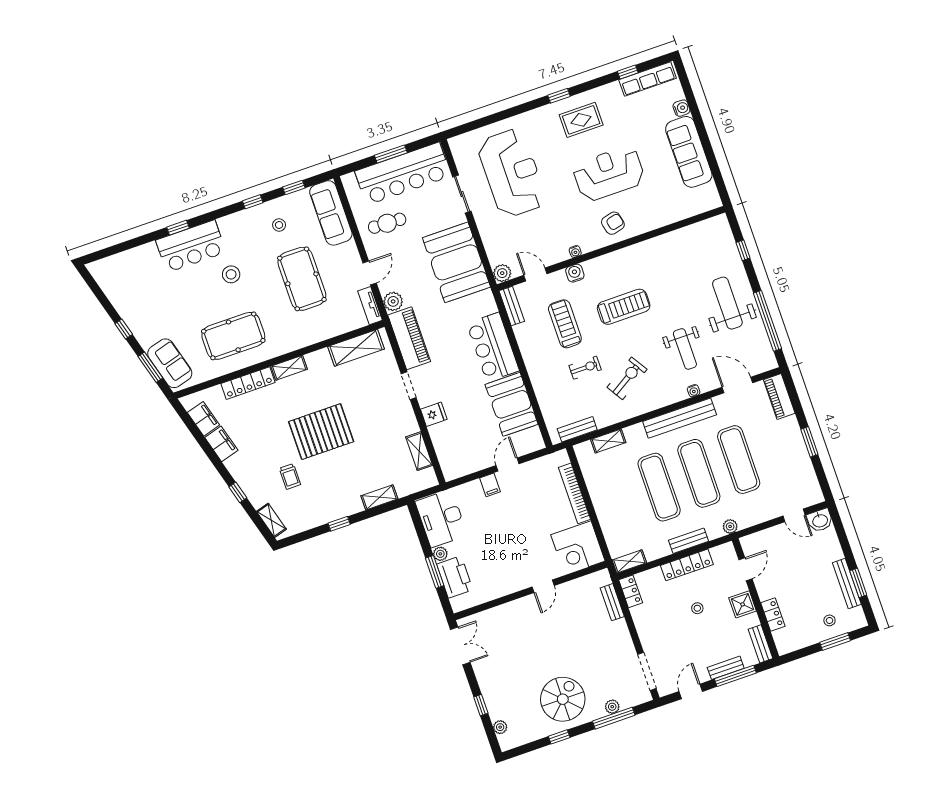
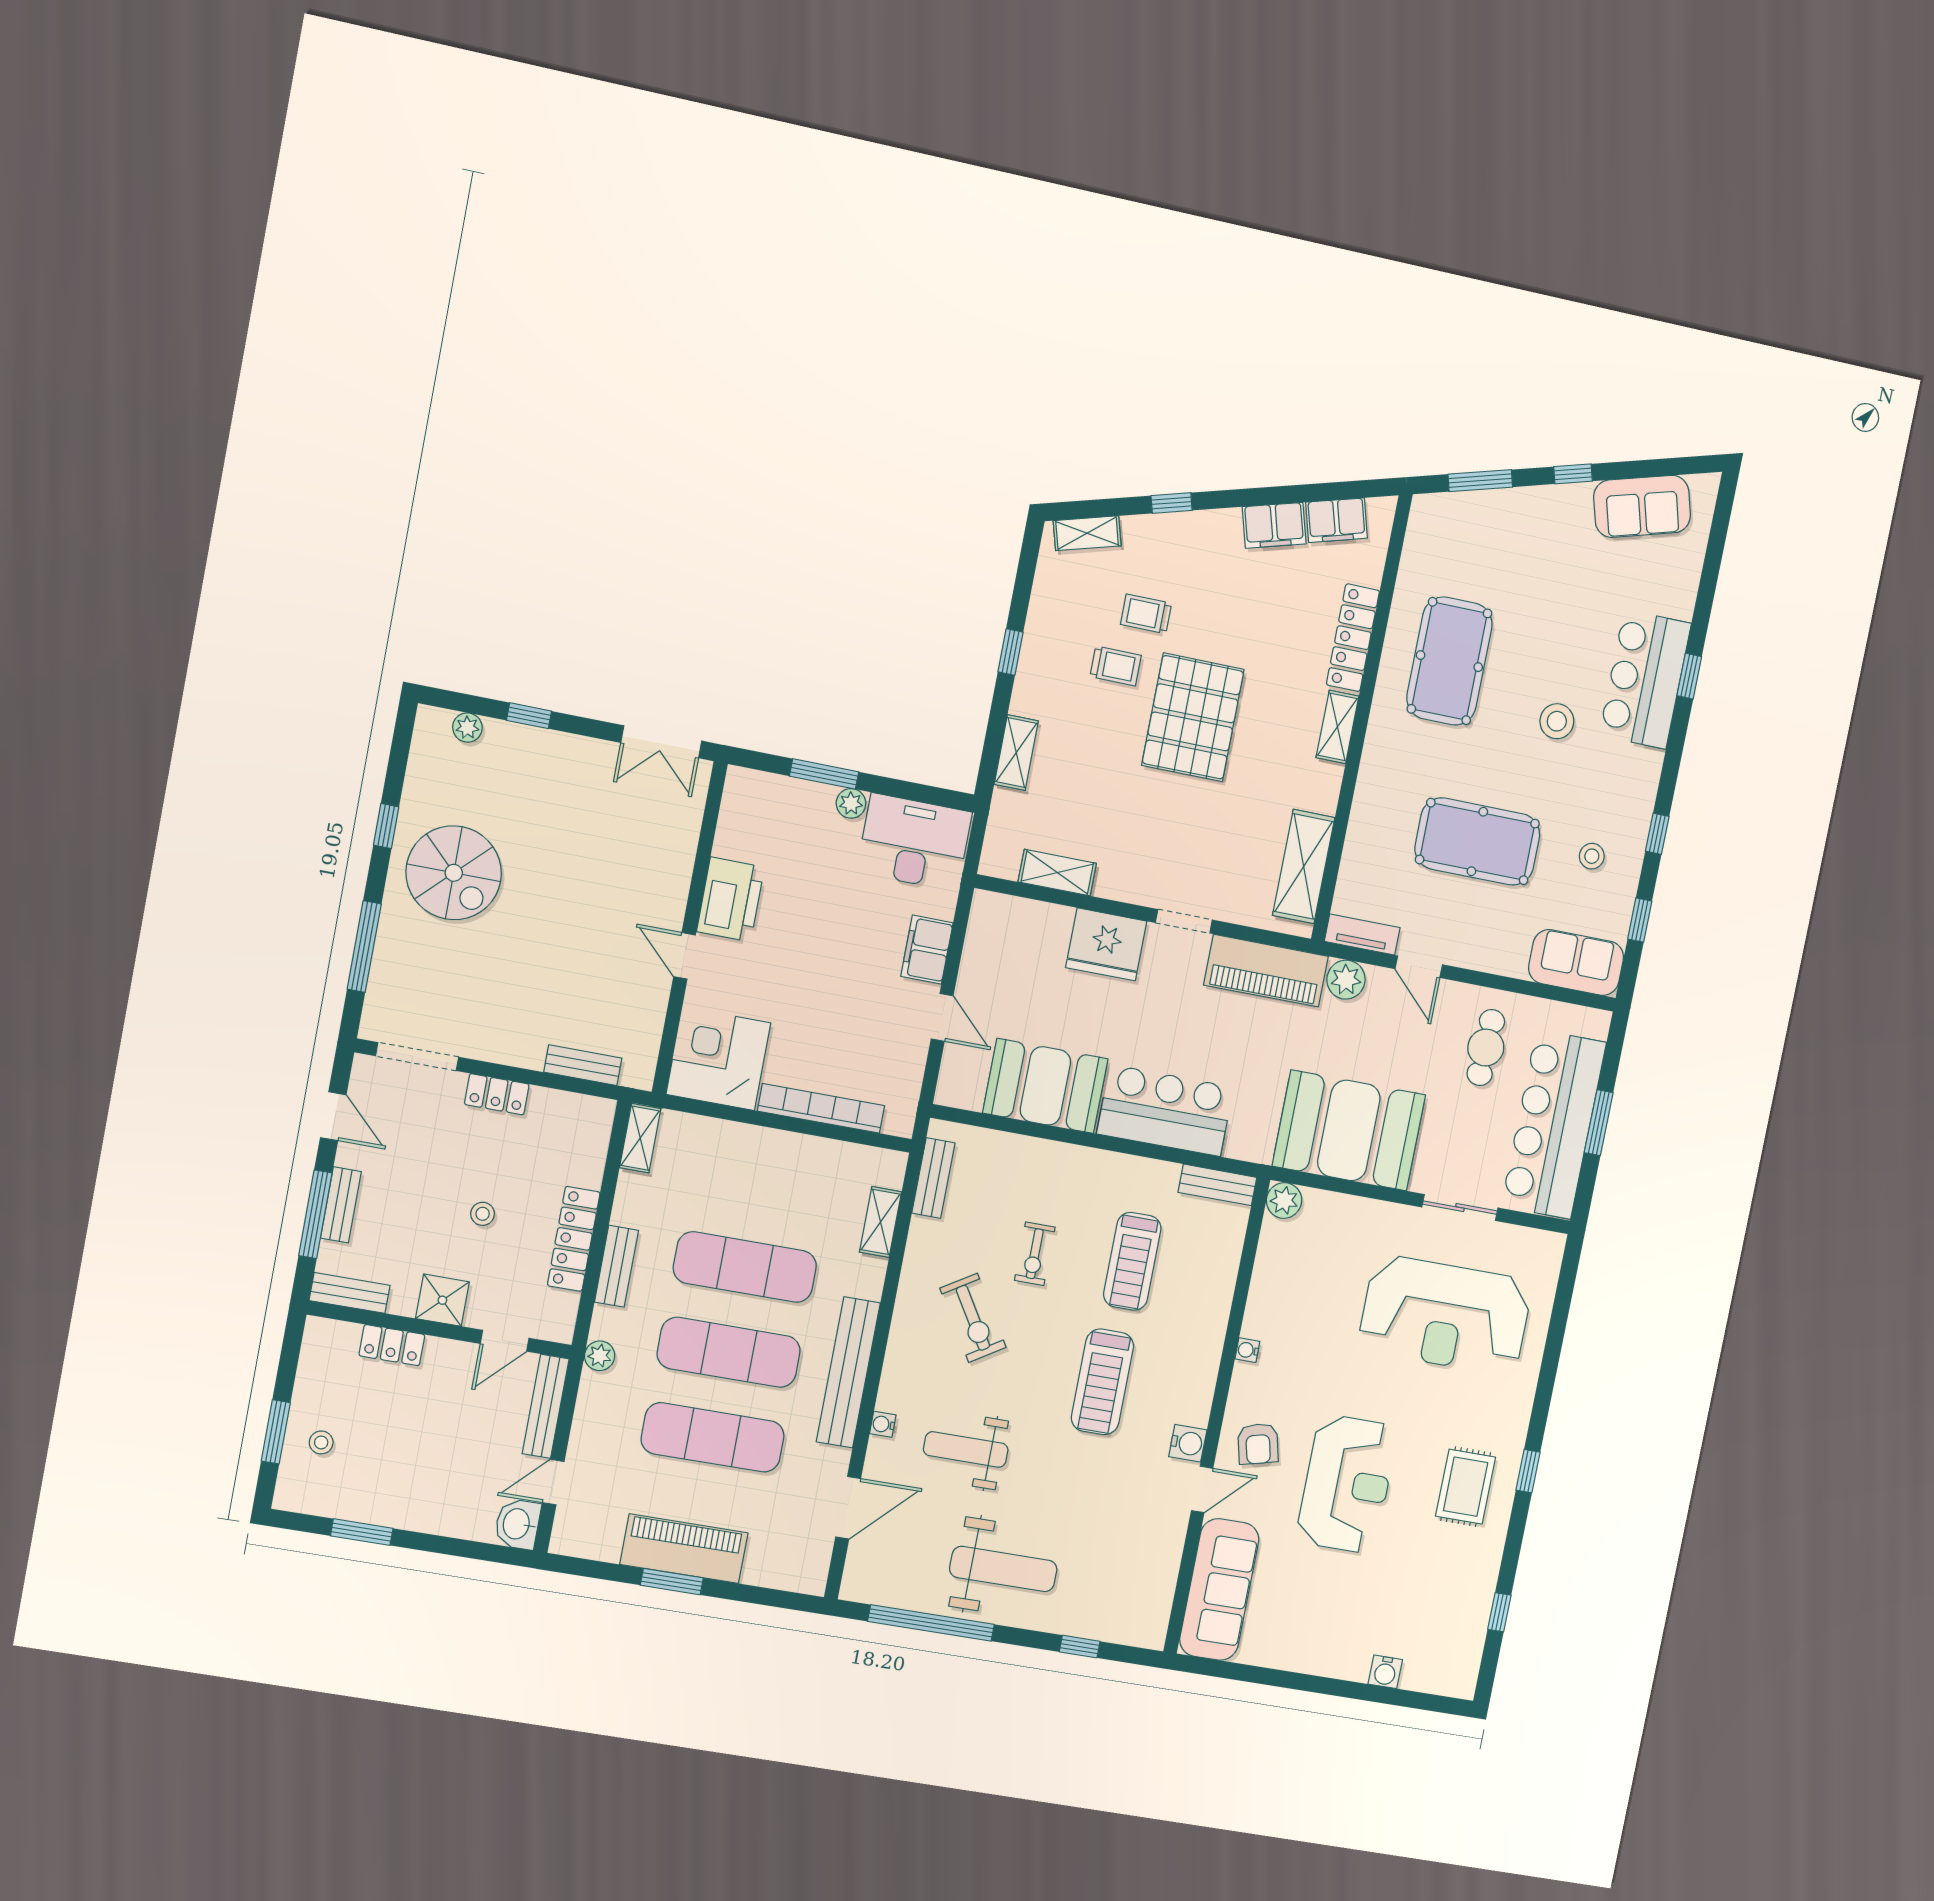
row of seats: (648, 79) -> (1468, 1640), removed
sofa: (689, 152) -> (1219, 1590), moved, turned 90
sofa: (331, 213) -> (1576, 962), width x0.73
water cooler: (575, 273) -> (1188, 1443), moved
door: (535, 274) -> (1202, 1489), moved
treadmill: (565, 324) -> (1132, 1261), turned 90
sofa: (170, 363) -> (1642, 506), moved
piano: (779, 397) -> (684, 1549), moved, width x1.37, depth x1.33
fridge: (434, 414) -> (1106, 944), width x1.88, depth x1.34
trolley: (319, 477) -> (1116, 666), added
filing cabinet: (490, 485) -> (927, 950), width x2.00
door: (745, 569) -> (505, 1341), hinge flipped
printer: (455, 577) -> (731, 899), moved, turned -90
bench: (847, 584) -> (546, 1406), moved, turned 90
locker: (631, 591) -> (497, 1094), moved
plant: (612, 707) -> (387, 956), removed

